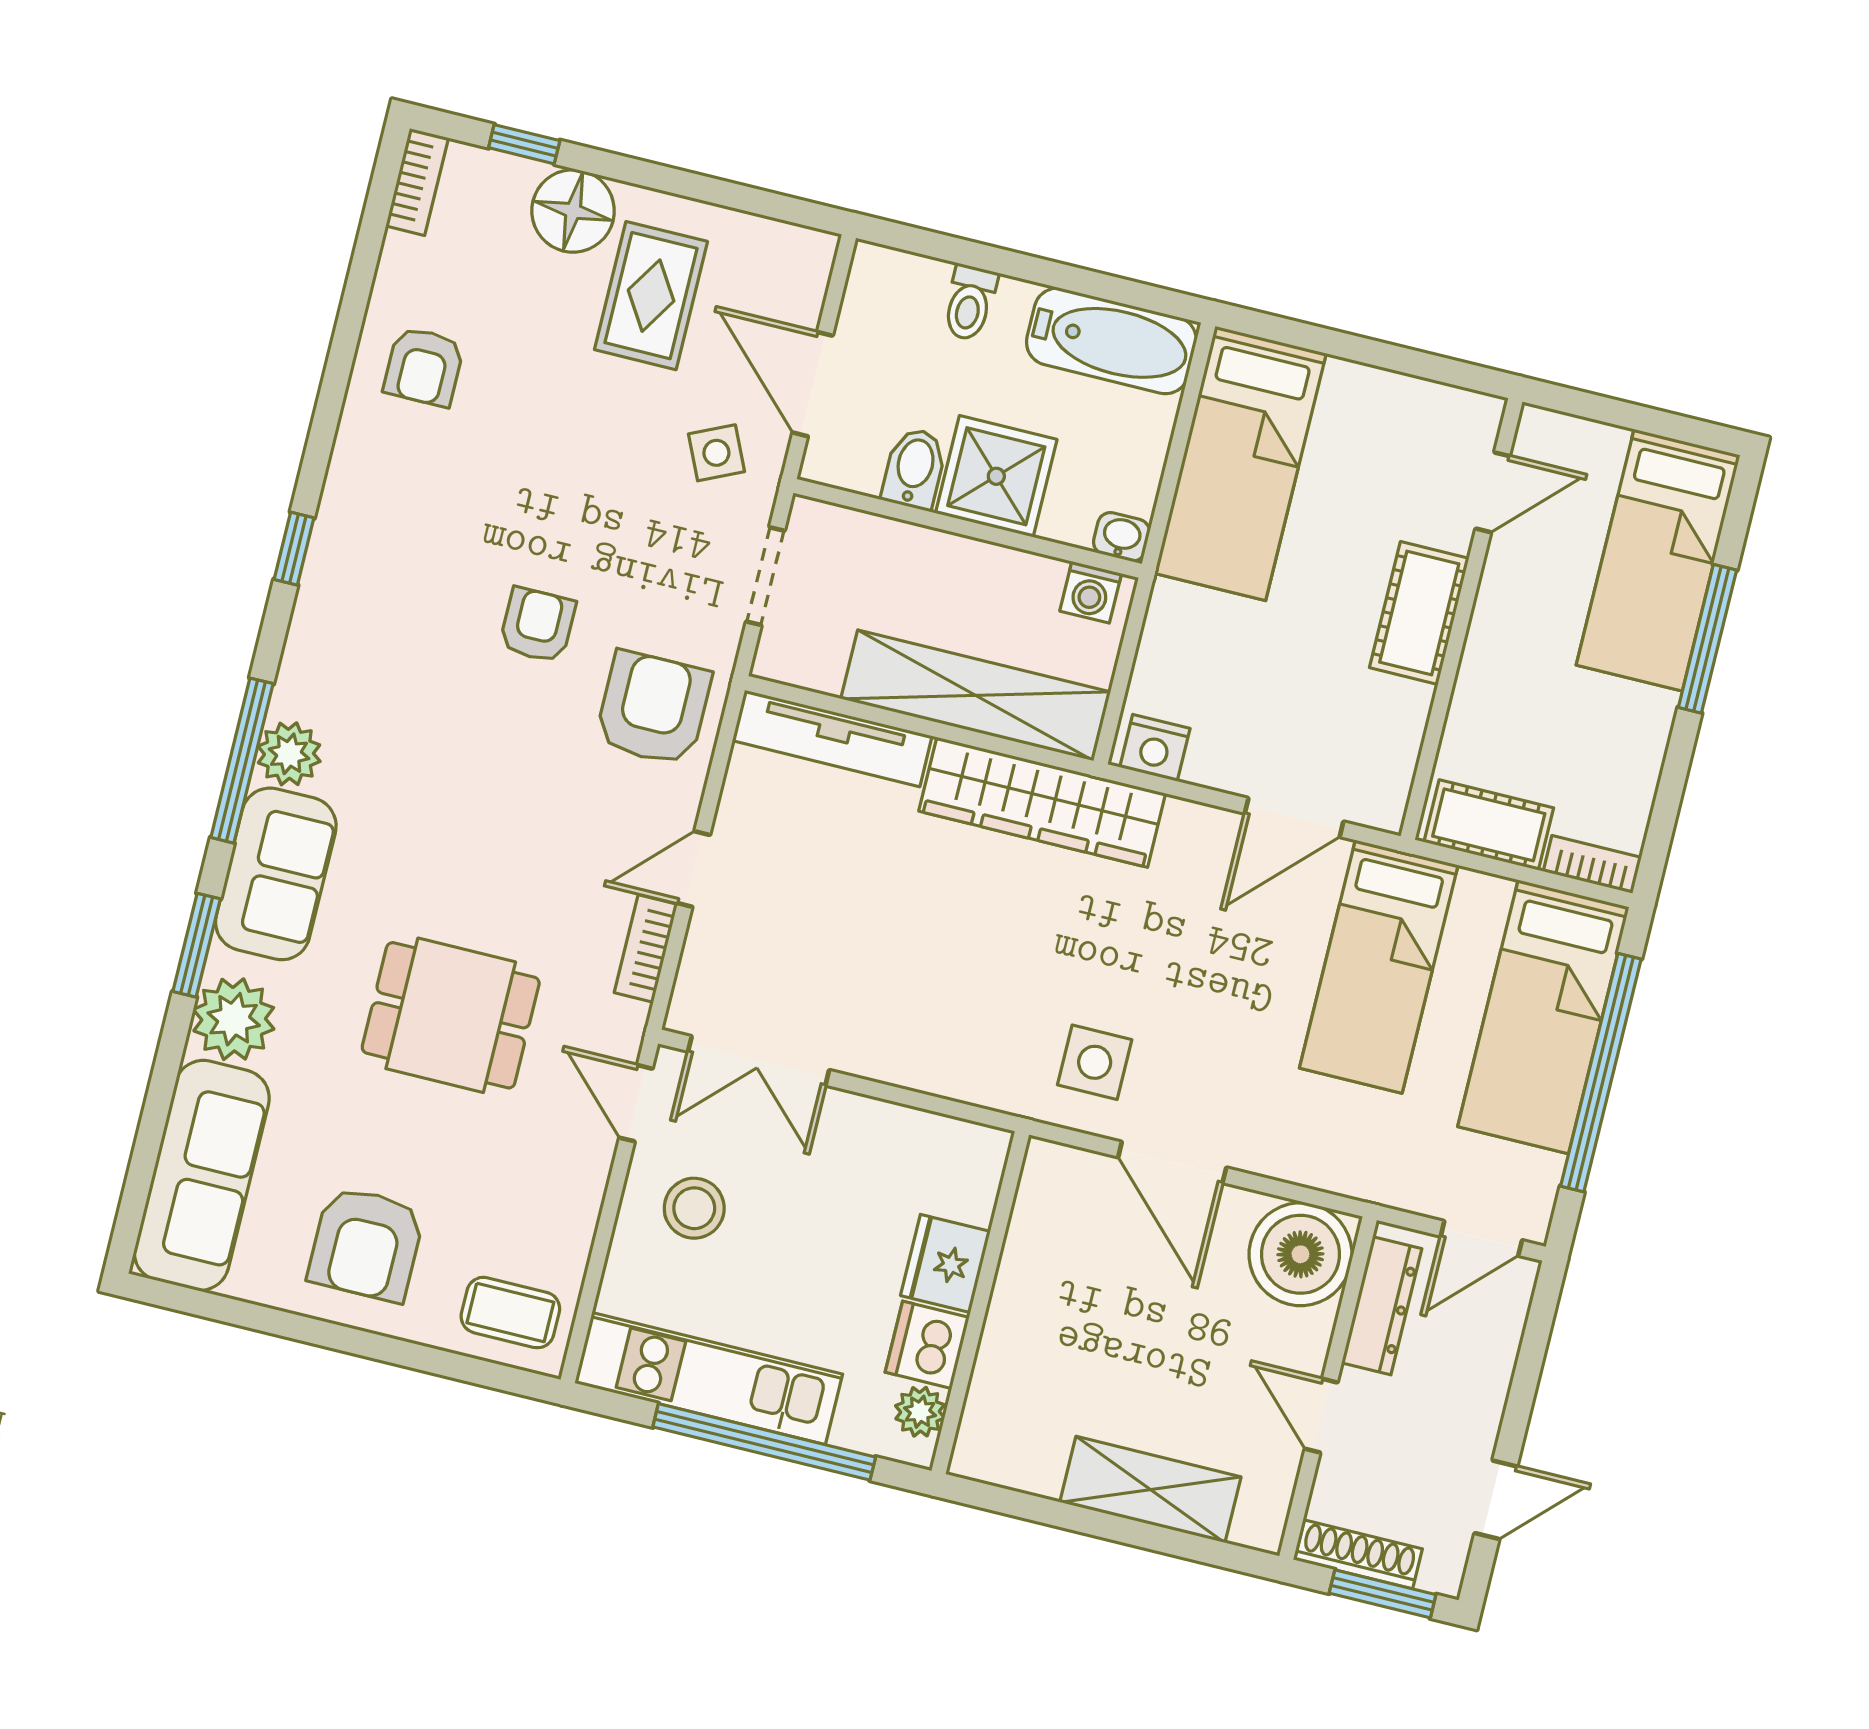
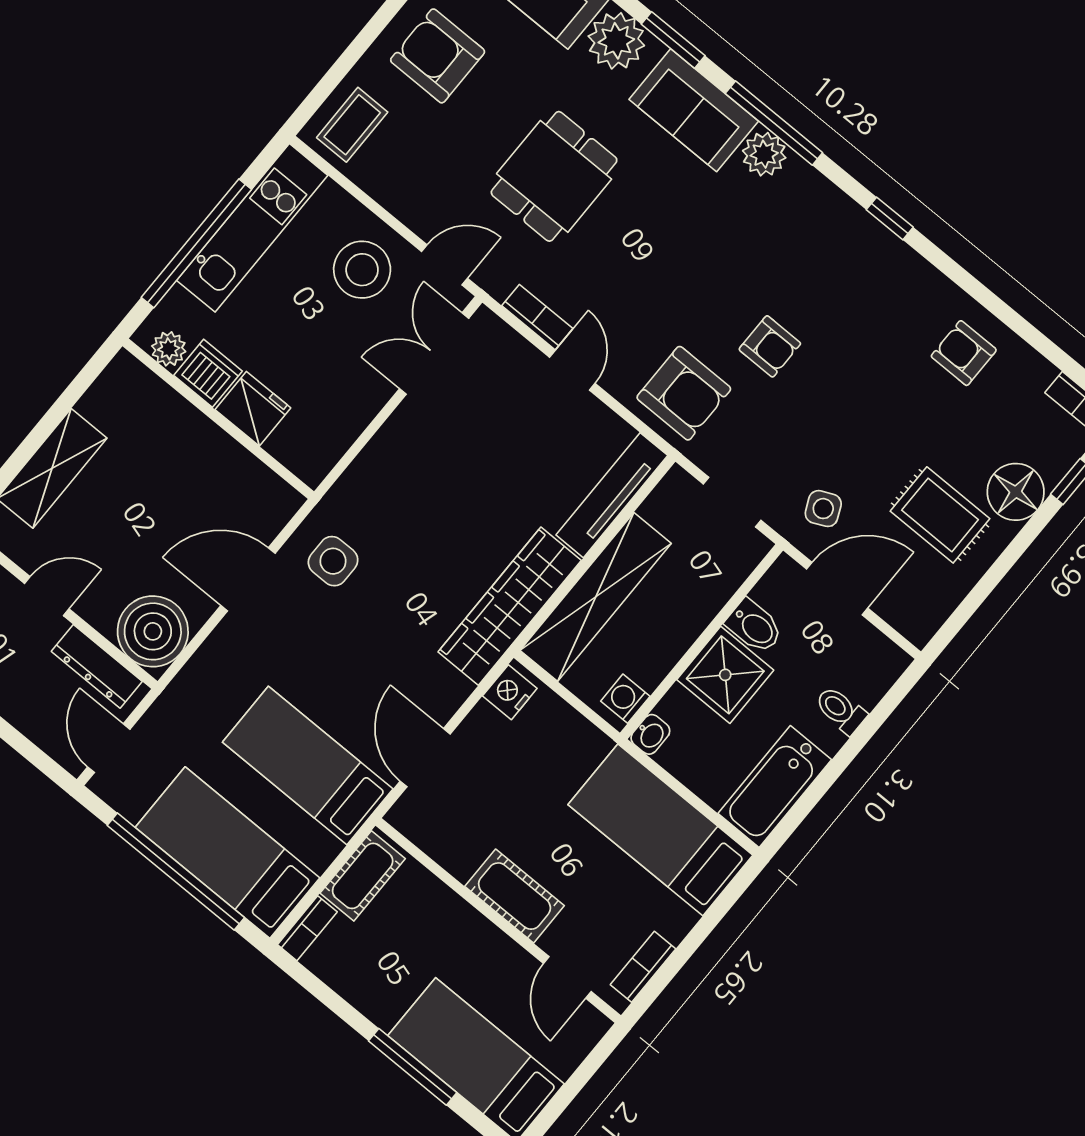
bookcase: (1431, 400) -> (643, 967), added
stool: (694, 1208) -> (362, 270), width x1.38, depth x1.38

